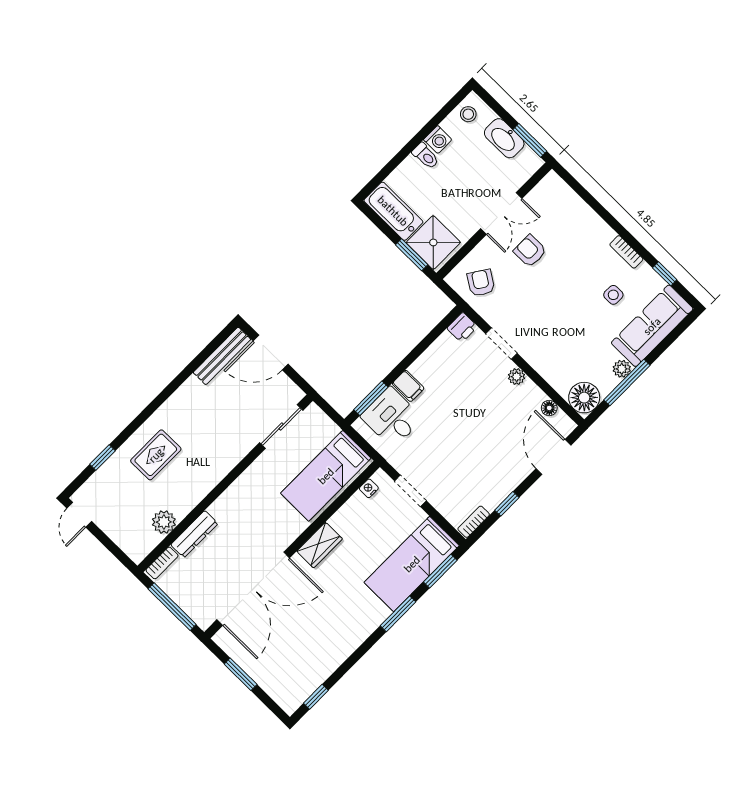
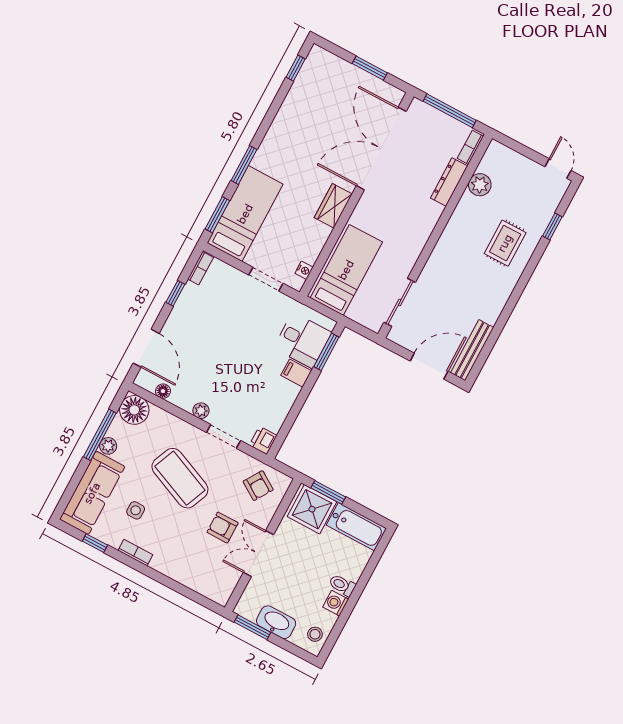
armchair: (530, 251) -> (223, 528), turned 180
coffee table: (558, 314) -> (180, 478), added

